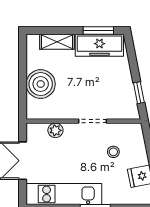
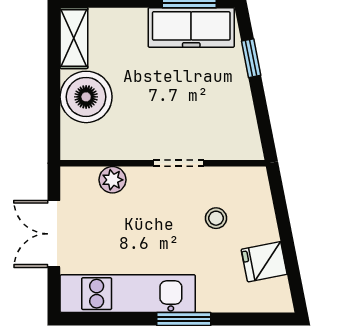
shelving: (57, 42) -> (74, 38), moved, turned 90
window: (139, 93) -> (251, 58), moved

